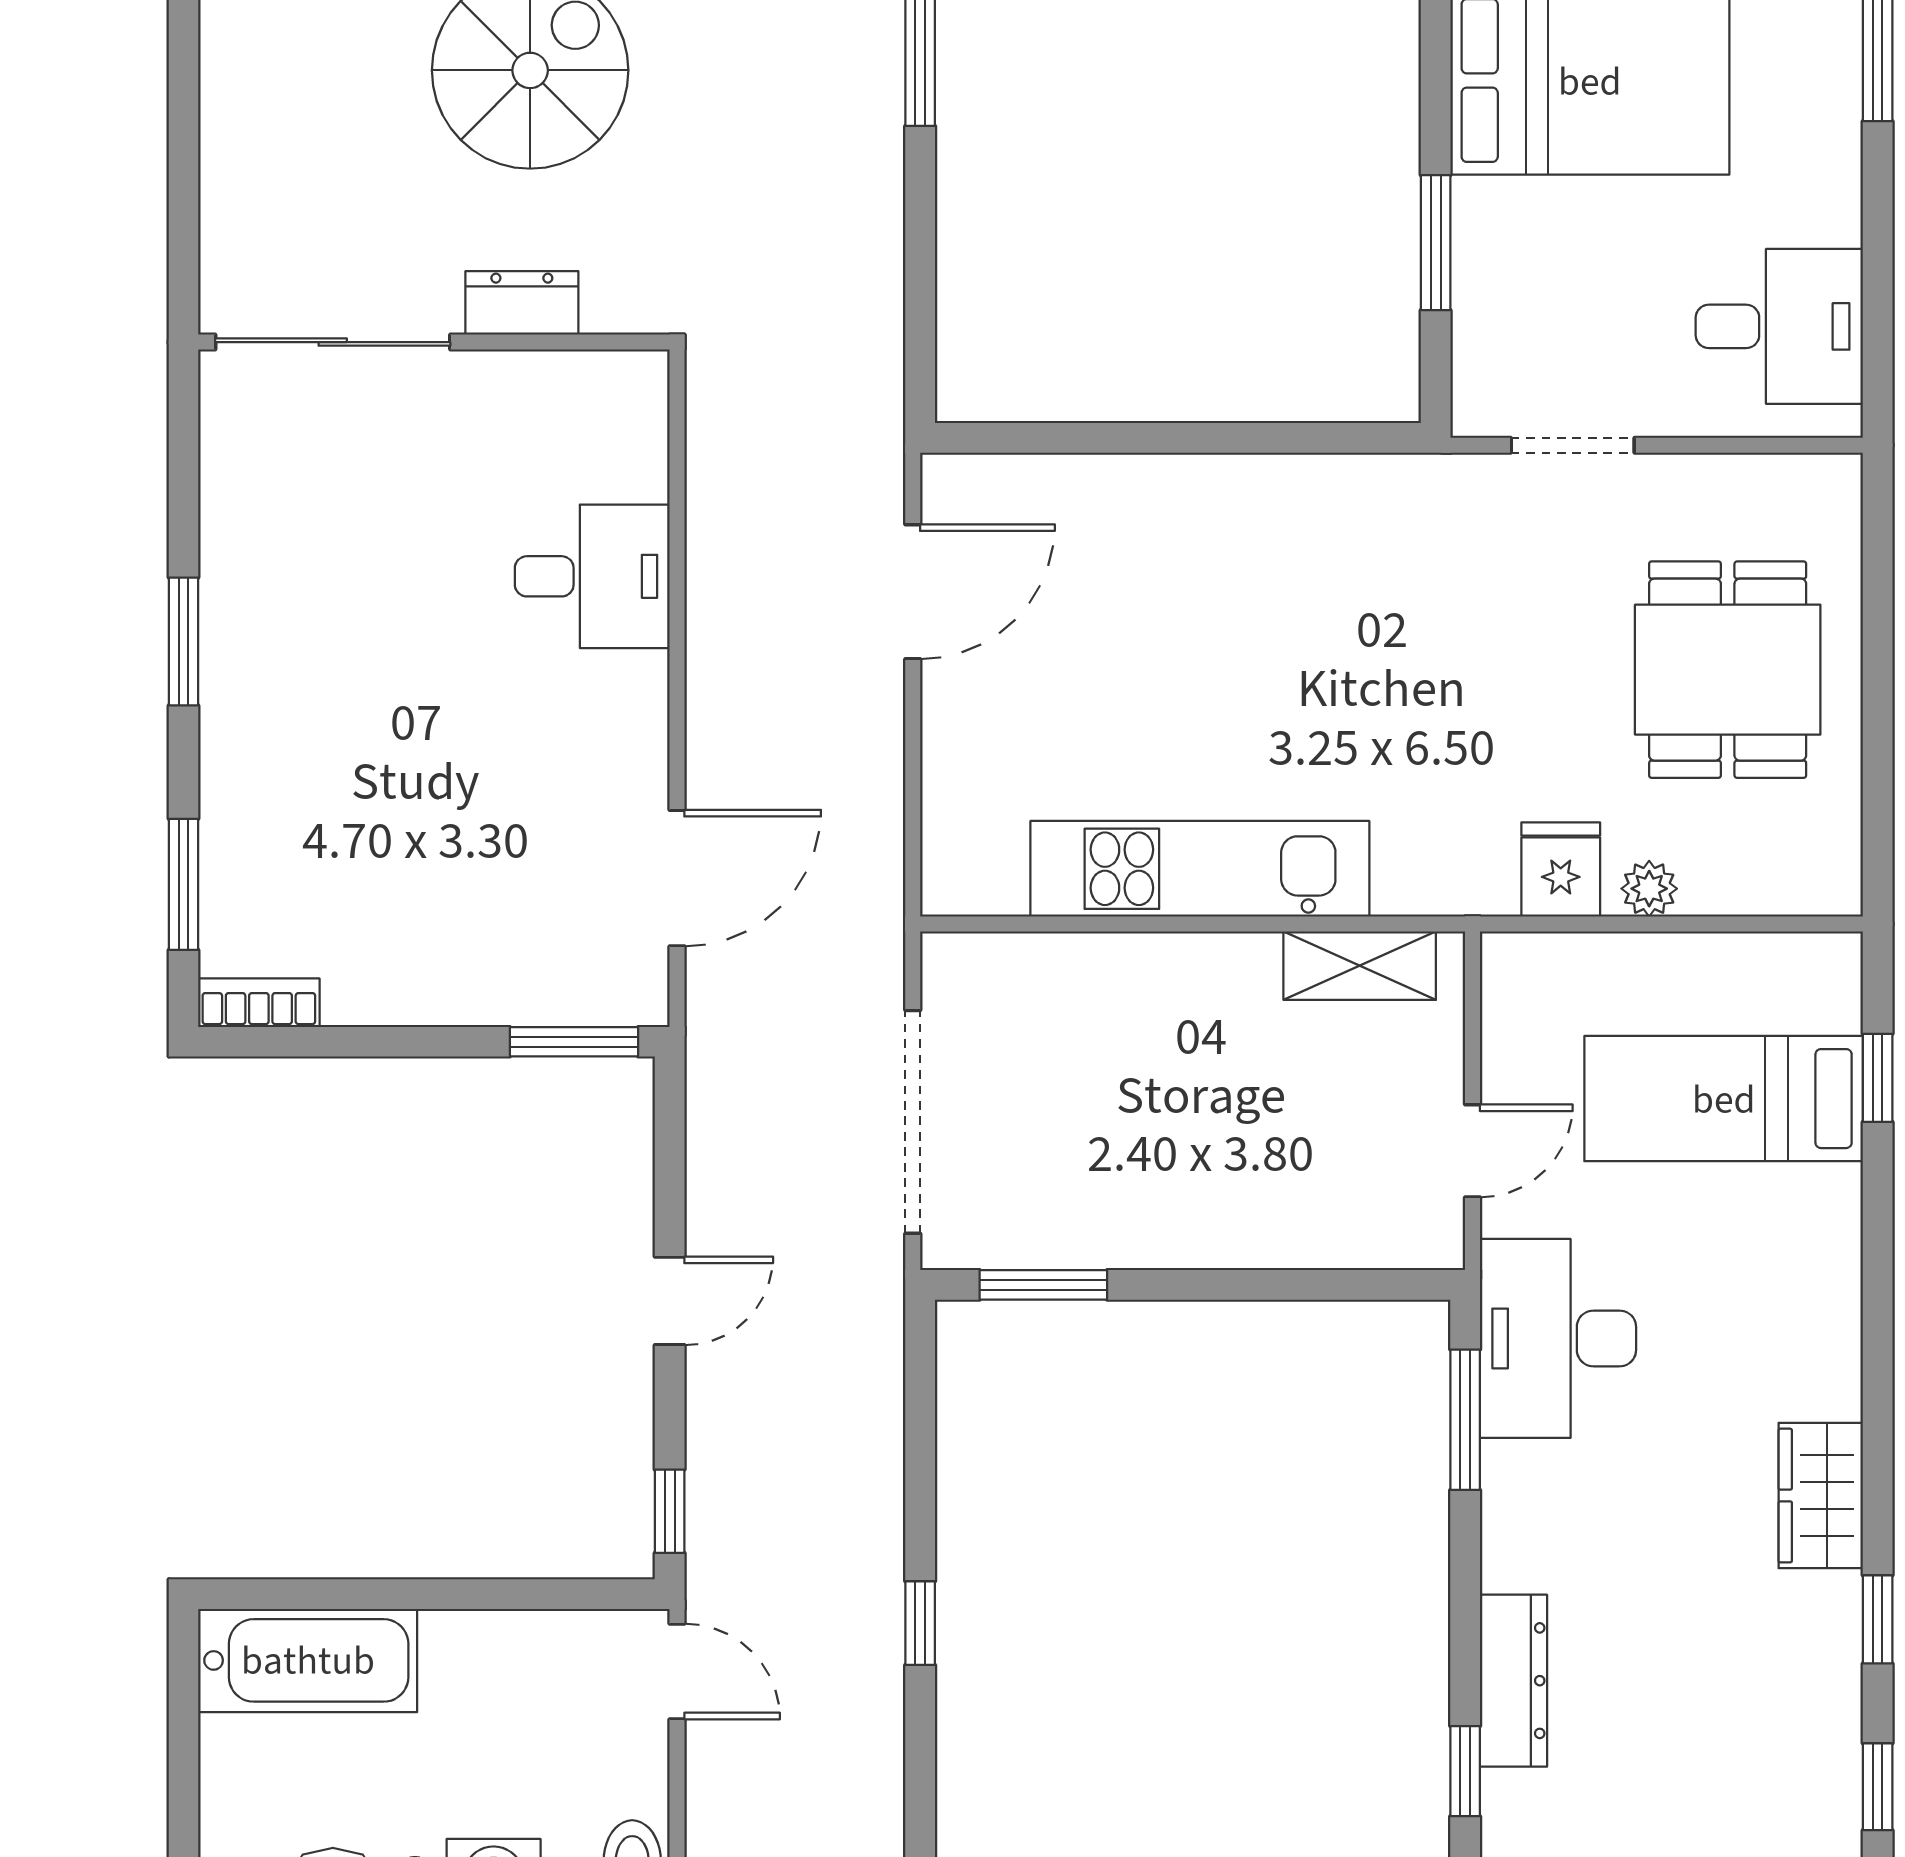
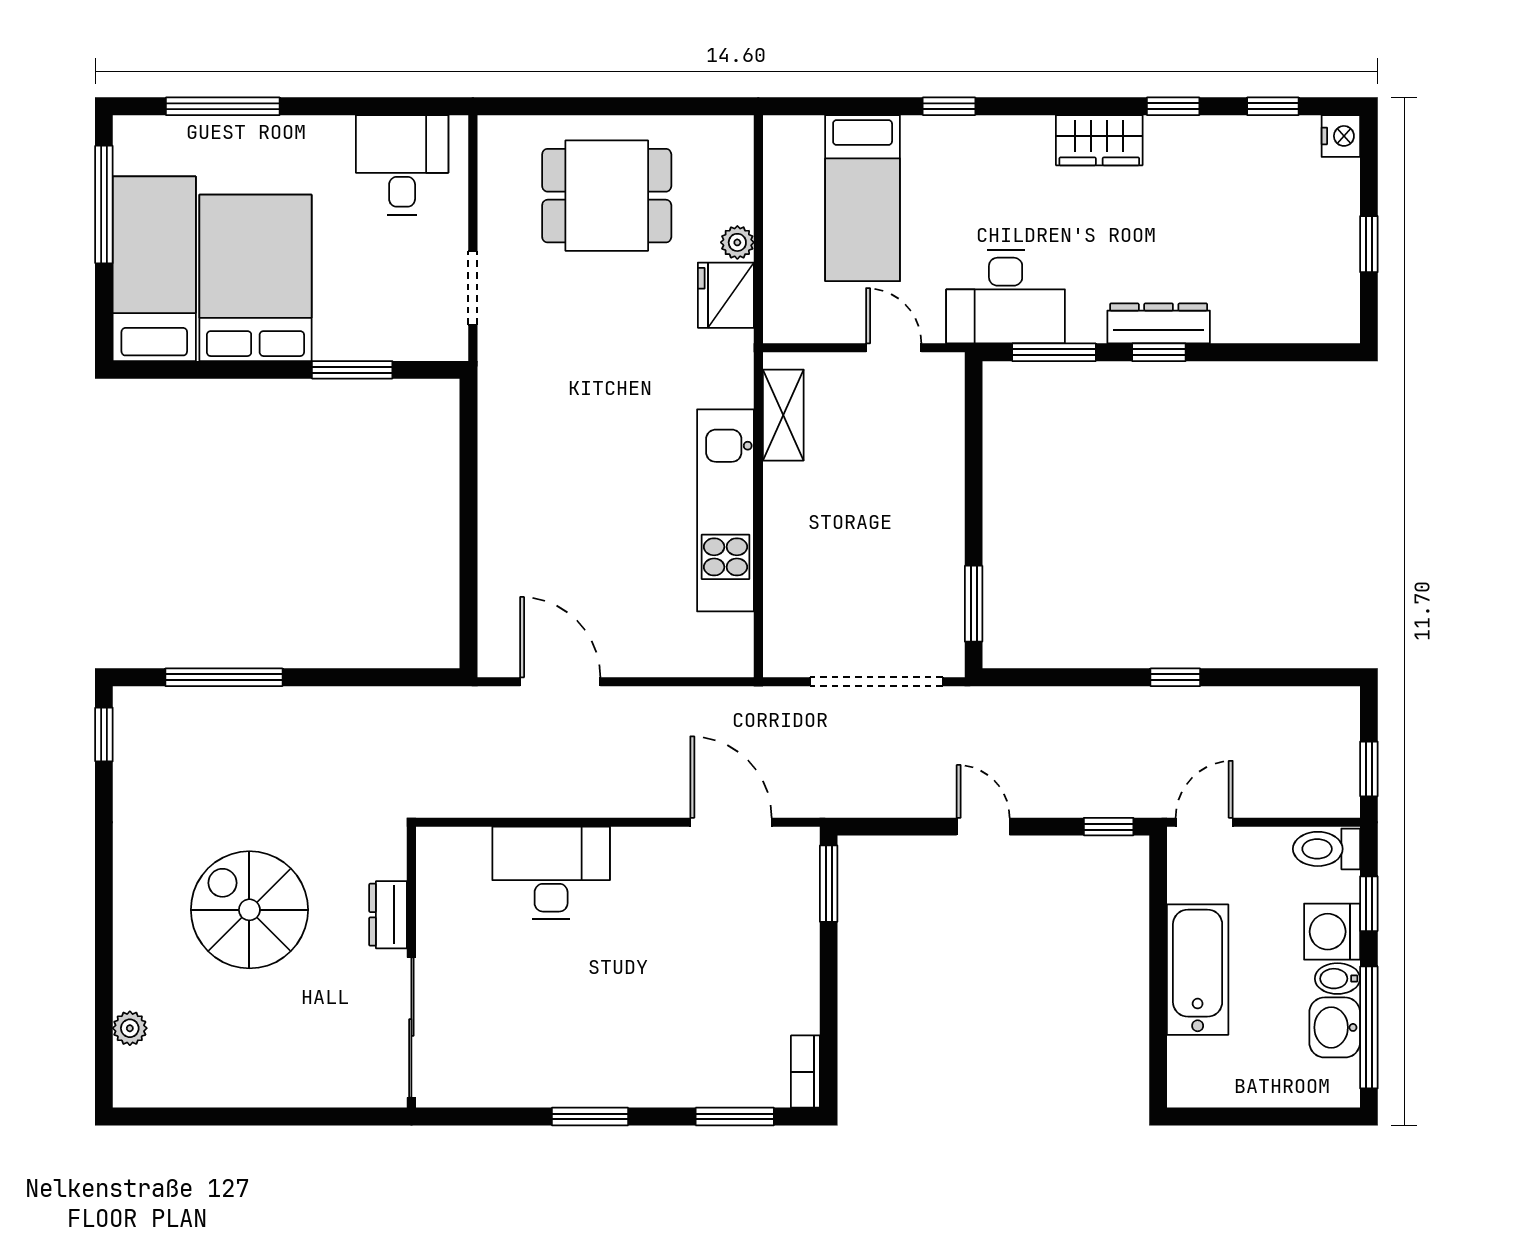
desk: (592, 576) -> (551, 873), width x1.37
fridge: (1561, 869) -> (726, 295), width x1.38
window: (1878, 1078) -> (949, 106), moved
bathtub: (308, 1660) -> (1198, 970), moved
dresser: (1513, 1681) -> (1159, 323), moved
window: (1465, 1771) -> (1159, 352), moved

